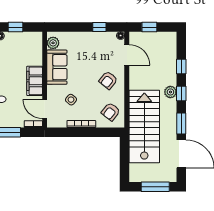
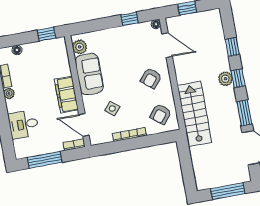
window: (16, 27) -> (46, 34), moved
stairs: (144, 126) -> (195, 114), width x0.73, depth x0.66

